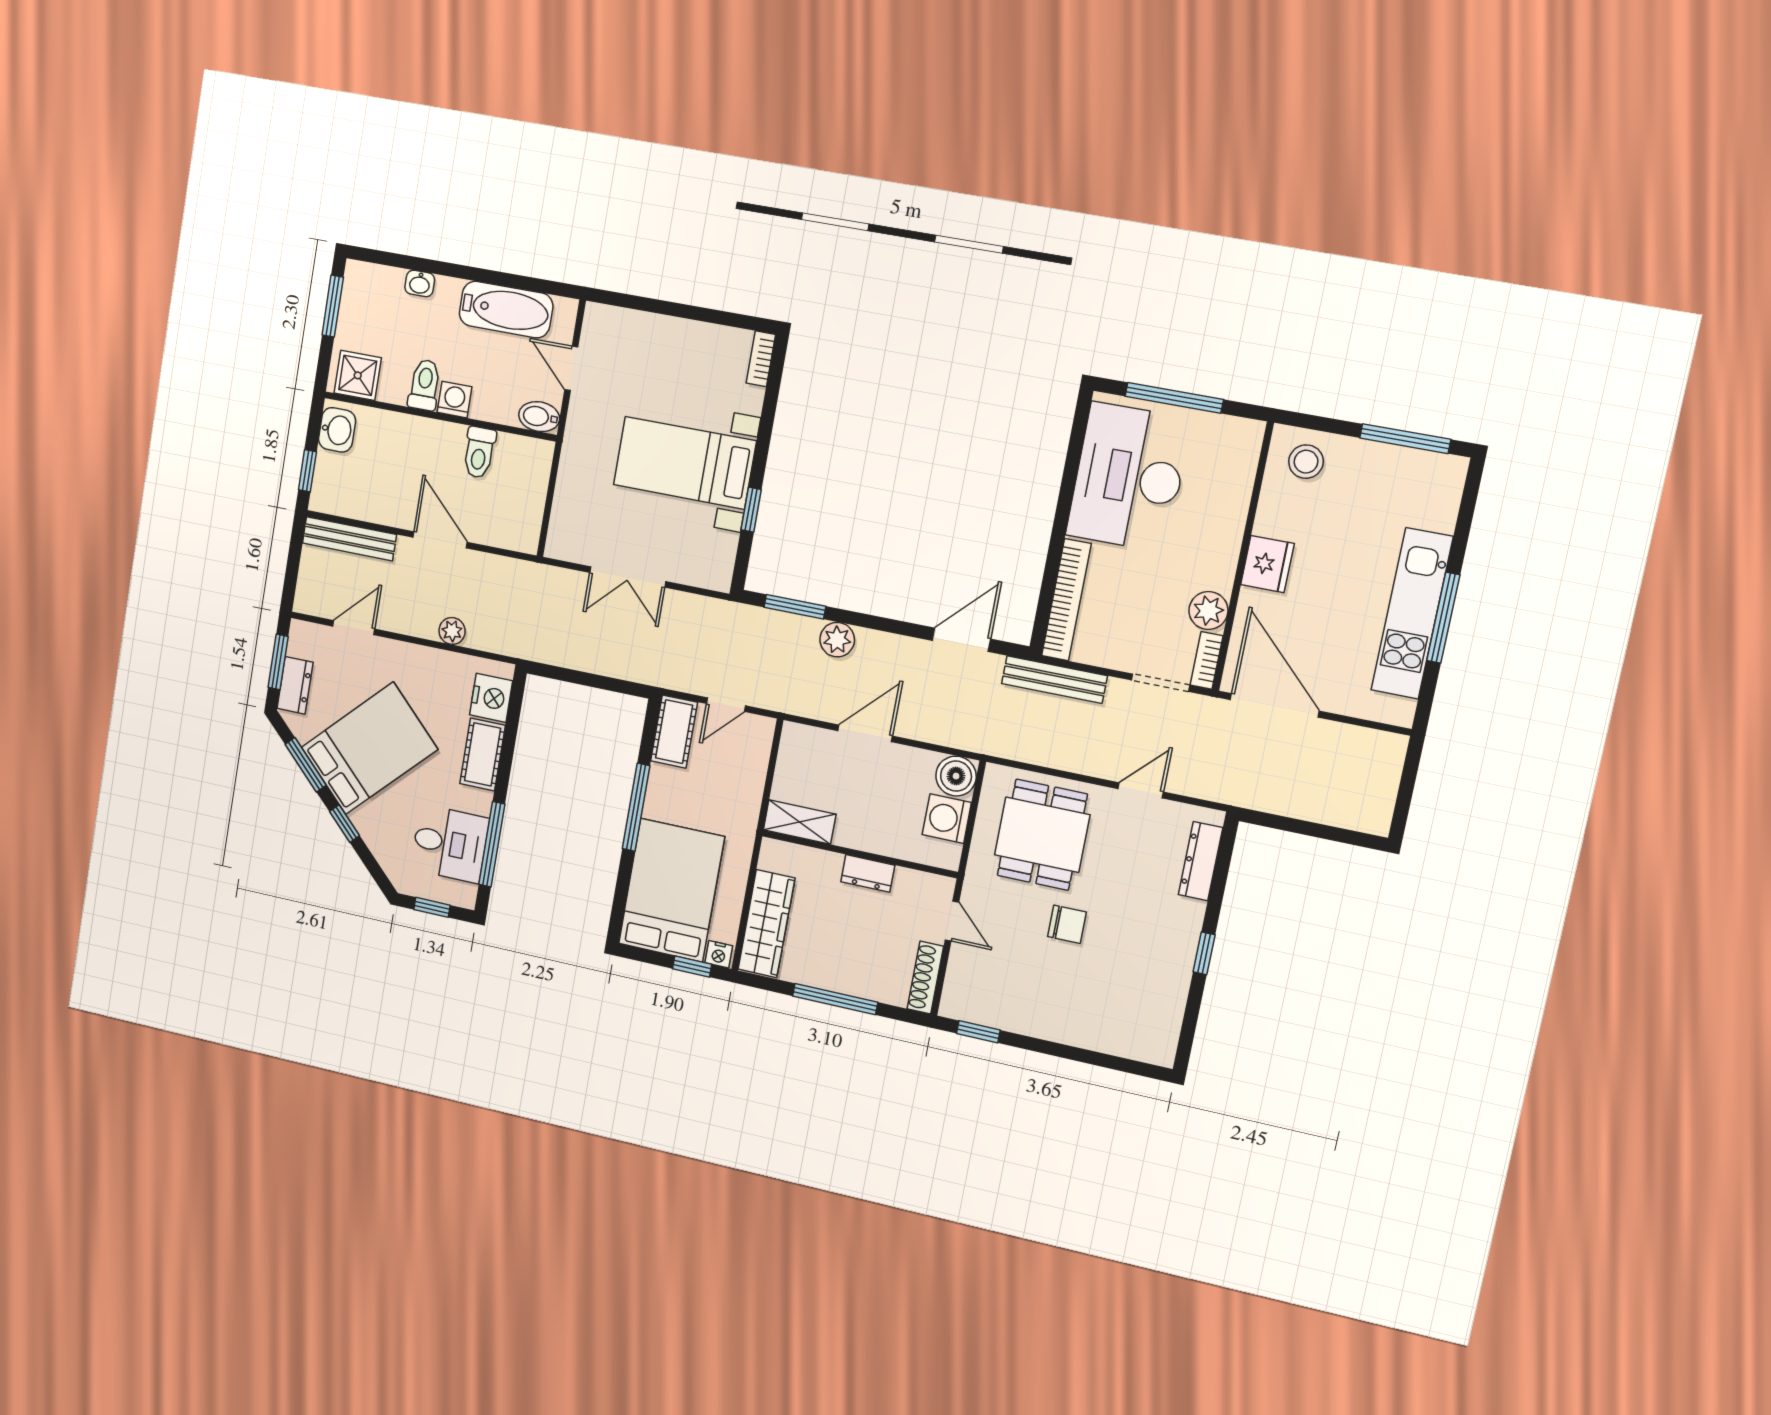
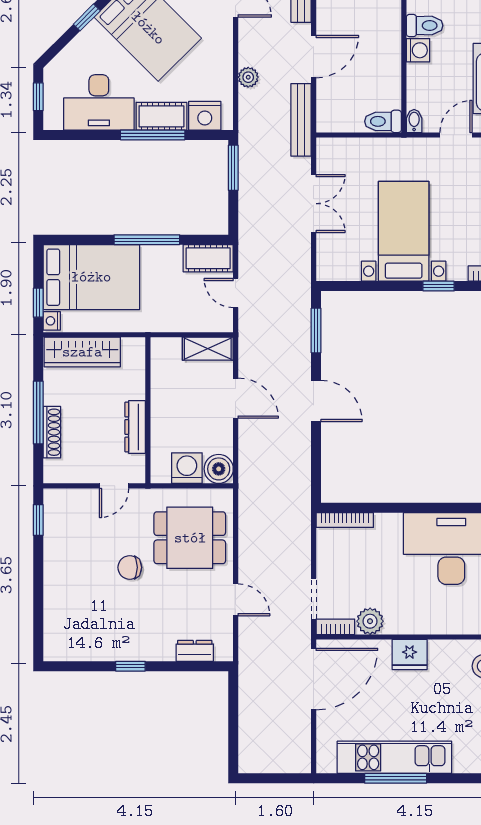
bidet: (539, 417) -> (414, 121), width x0.72, depth x0.74
toilet: (479, 452) -> (383, 121), moved
window: (751, 510) -> (439, 286), moved
double door: (628, 577) -> (314, 204), swing flipped
bookcase: (1066, 600) -> (345, 520), width x0.68, depth x0.76
plant: (837, 640) -> (299, 366), removed
door: (961, 640) -> (316, 401), moved
window: (563, 674) -> (233, 168), added
bench: (1054, 680) -> (301, 120), moved
shelving: (800, 822) -> (208, 349), moved, turned 90
desk: (450, 844) -> (99, 102), width x1.37
window: (492, 844) -> (153, 135), moved
dresser: (1201, 861) -> (195, 651), width x0.70
dresser: (868, 873) -> (135, 427), width x1.44
chair: (1067, 924) -> (130, 567), turned 90
shoe rack: (925, 978) -> (52, 432), moved, turned 90

